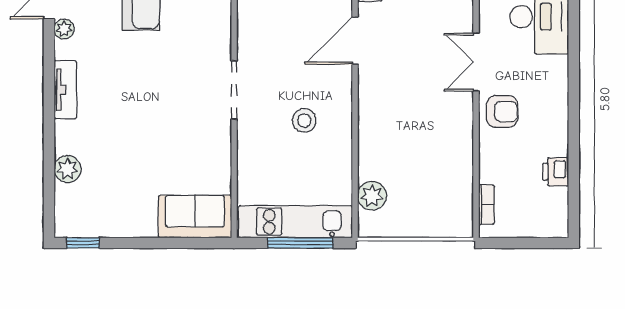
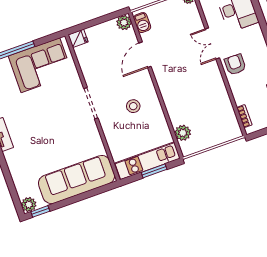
armchair: (502, 112) -> (235, 65), turned -90
plant: (68, 169) -> (29, 205), moved
sofa: (195, 217) -> (77, 180), width x1.85, depth x1.27
window: (300, 243) -> (154, 171), width x0.69

